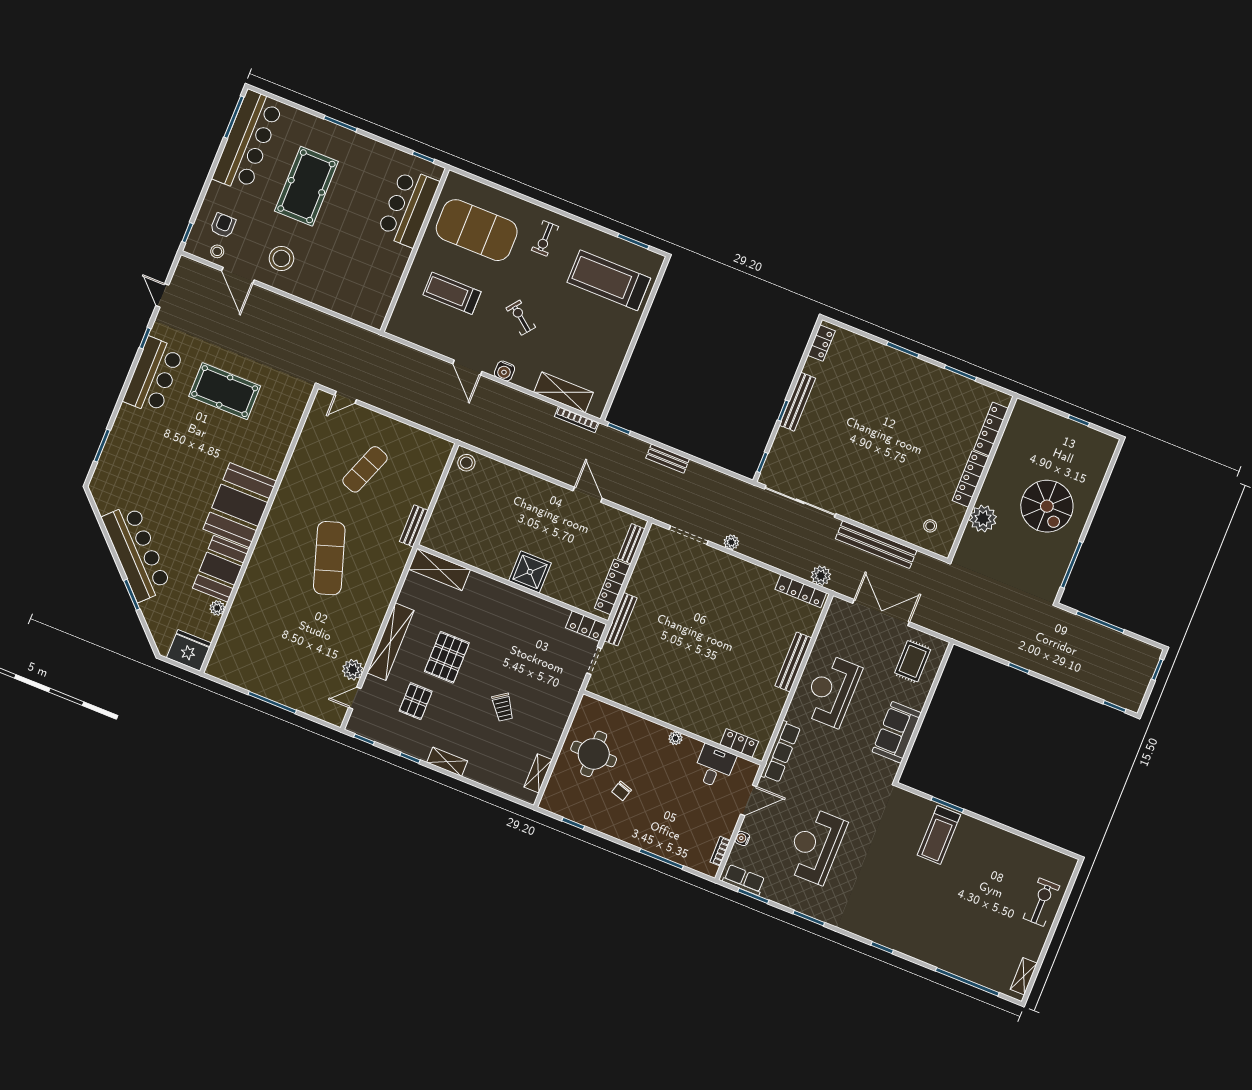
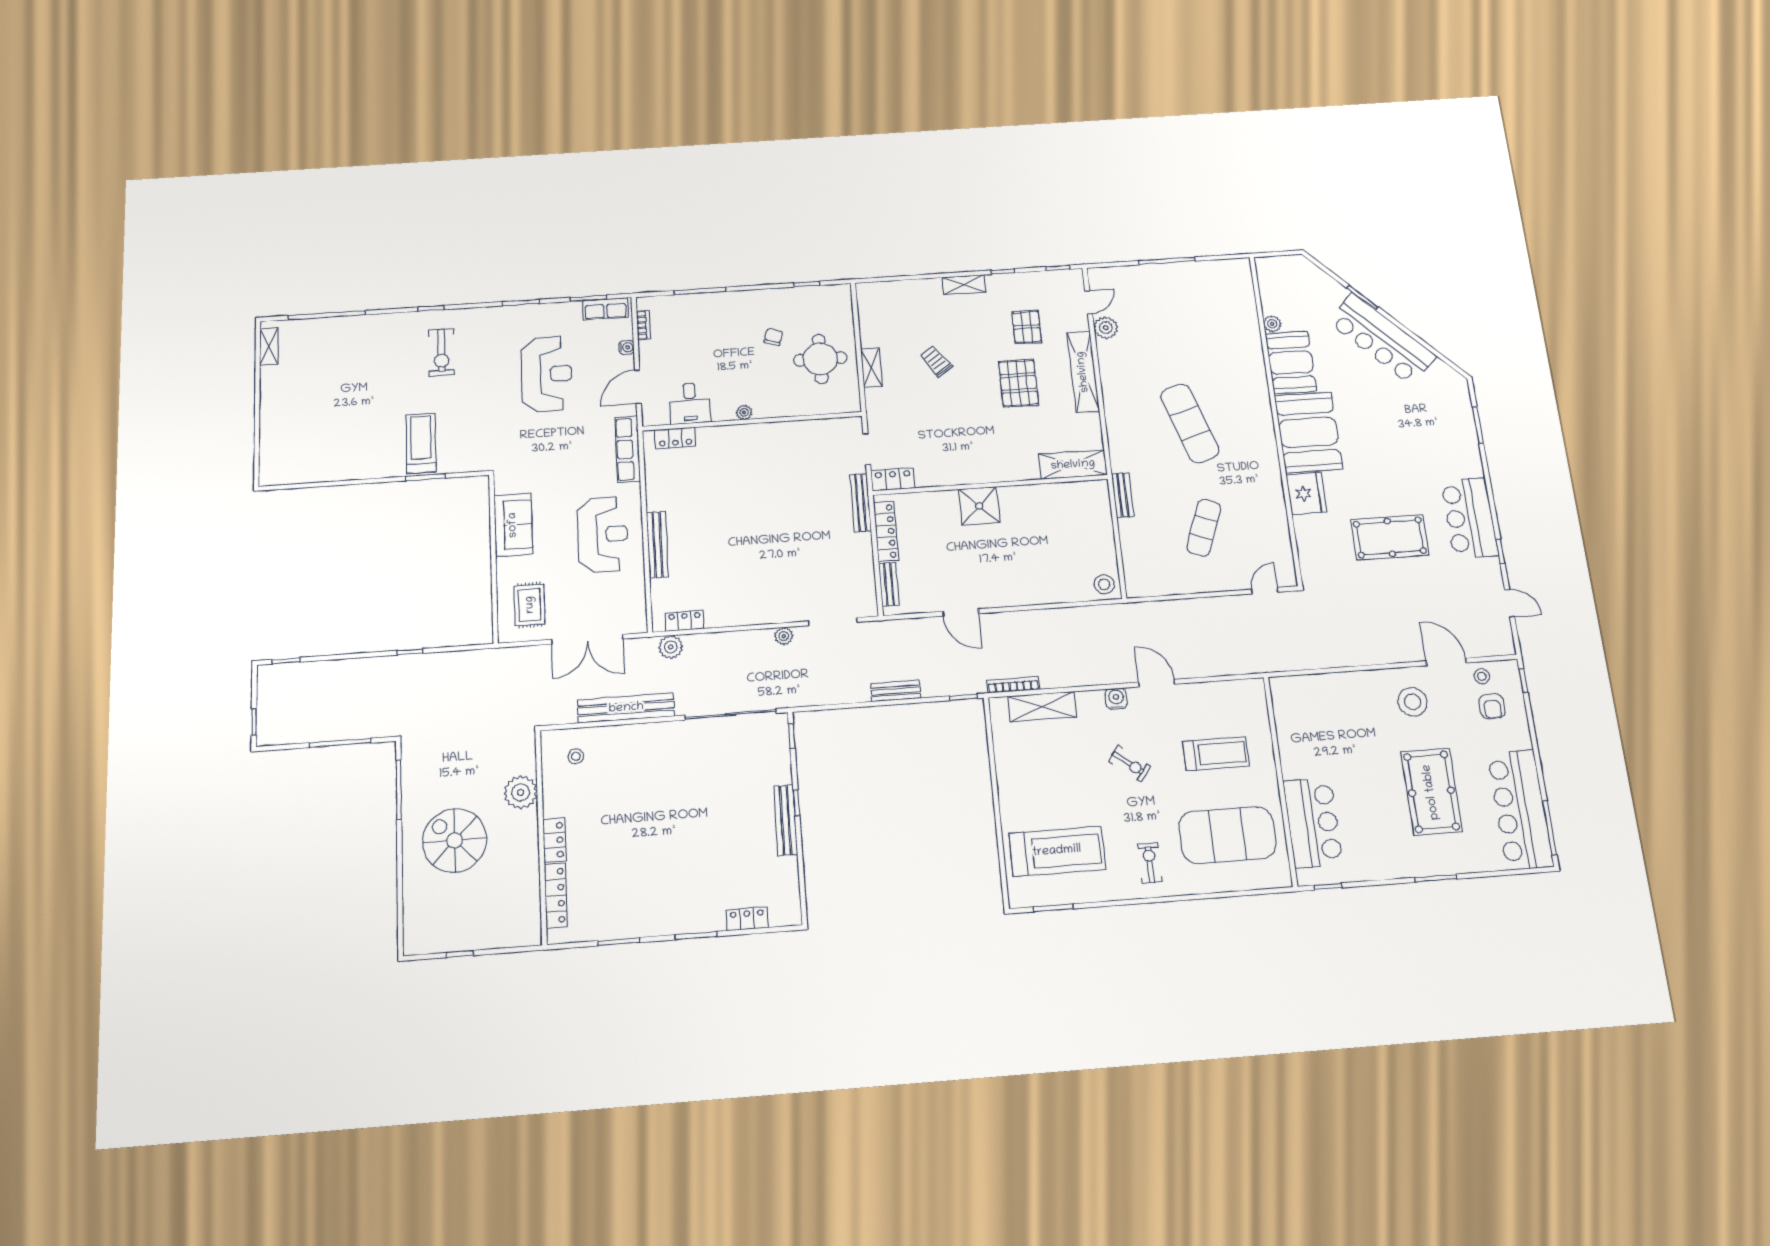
locker: (821, 343) -> (747, 919), moved, turned 90
locker: (970, 479) -> (554, 840), width x0.66
locker: (801, 591) -> (685, 621), width x0.66
fridge: (189, 650) -> (1306, 493), moved, turned -90
shelving: (538, 773) -> (871, 368), moved
exercise bike: (1041, 902) -> (441, 352), moved

